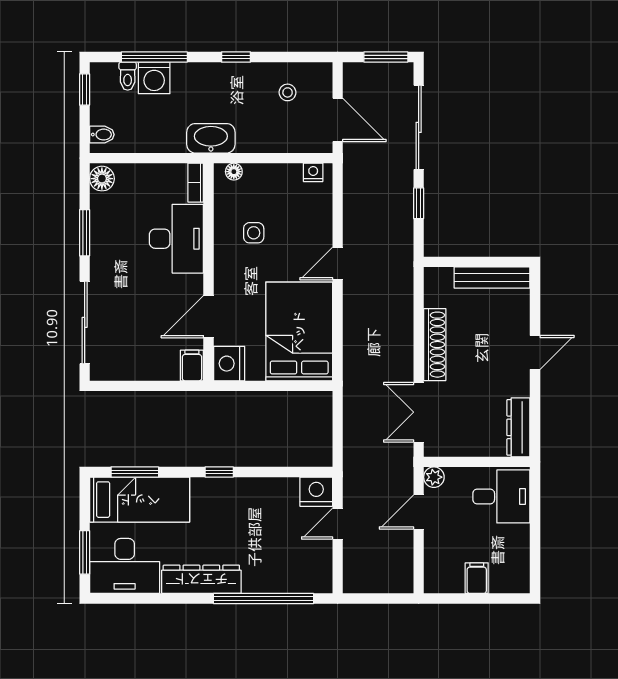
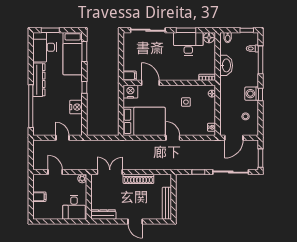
washing machine: (154, 78) -> (252, 94), moved
washbasin: (211, 138) -> (226, 65), moved
desk: (176, 239) -> (188, 44), moved, turned 180
nightstand: (316, 492) -> (76, 107), moved
door: (419, 512) -> (55, 172), moved

